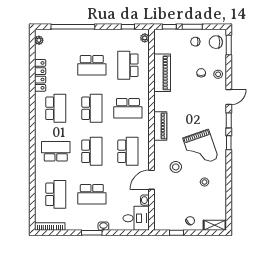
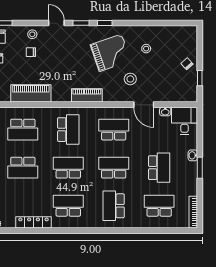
school desk: (92, 65) -> (23, 168), turned 90
shelving: (215, 225) -> (192, 38), removed

